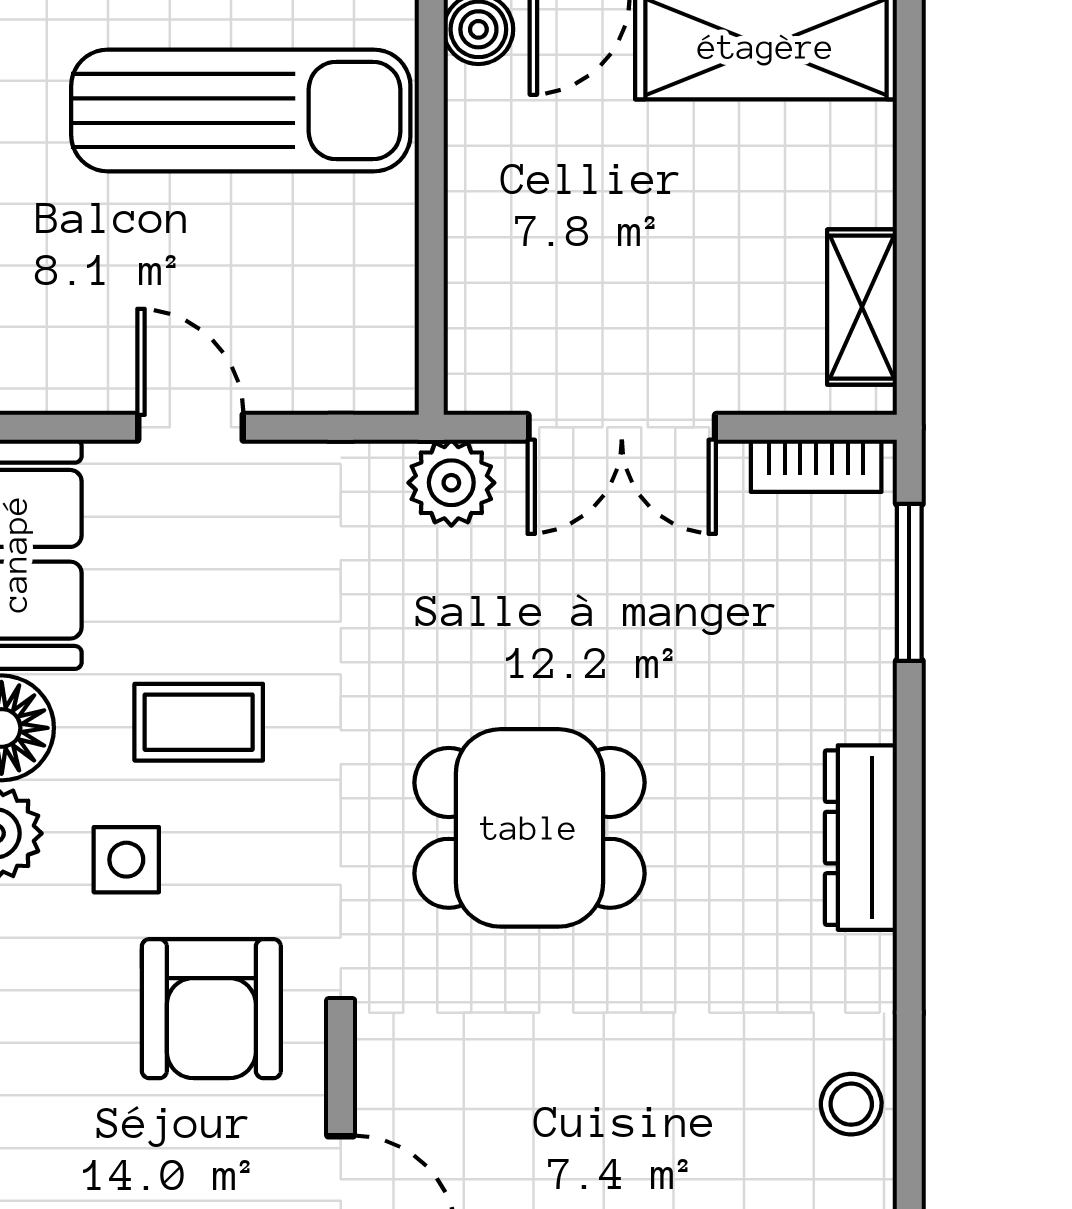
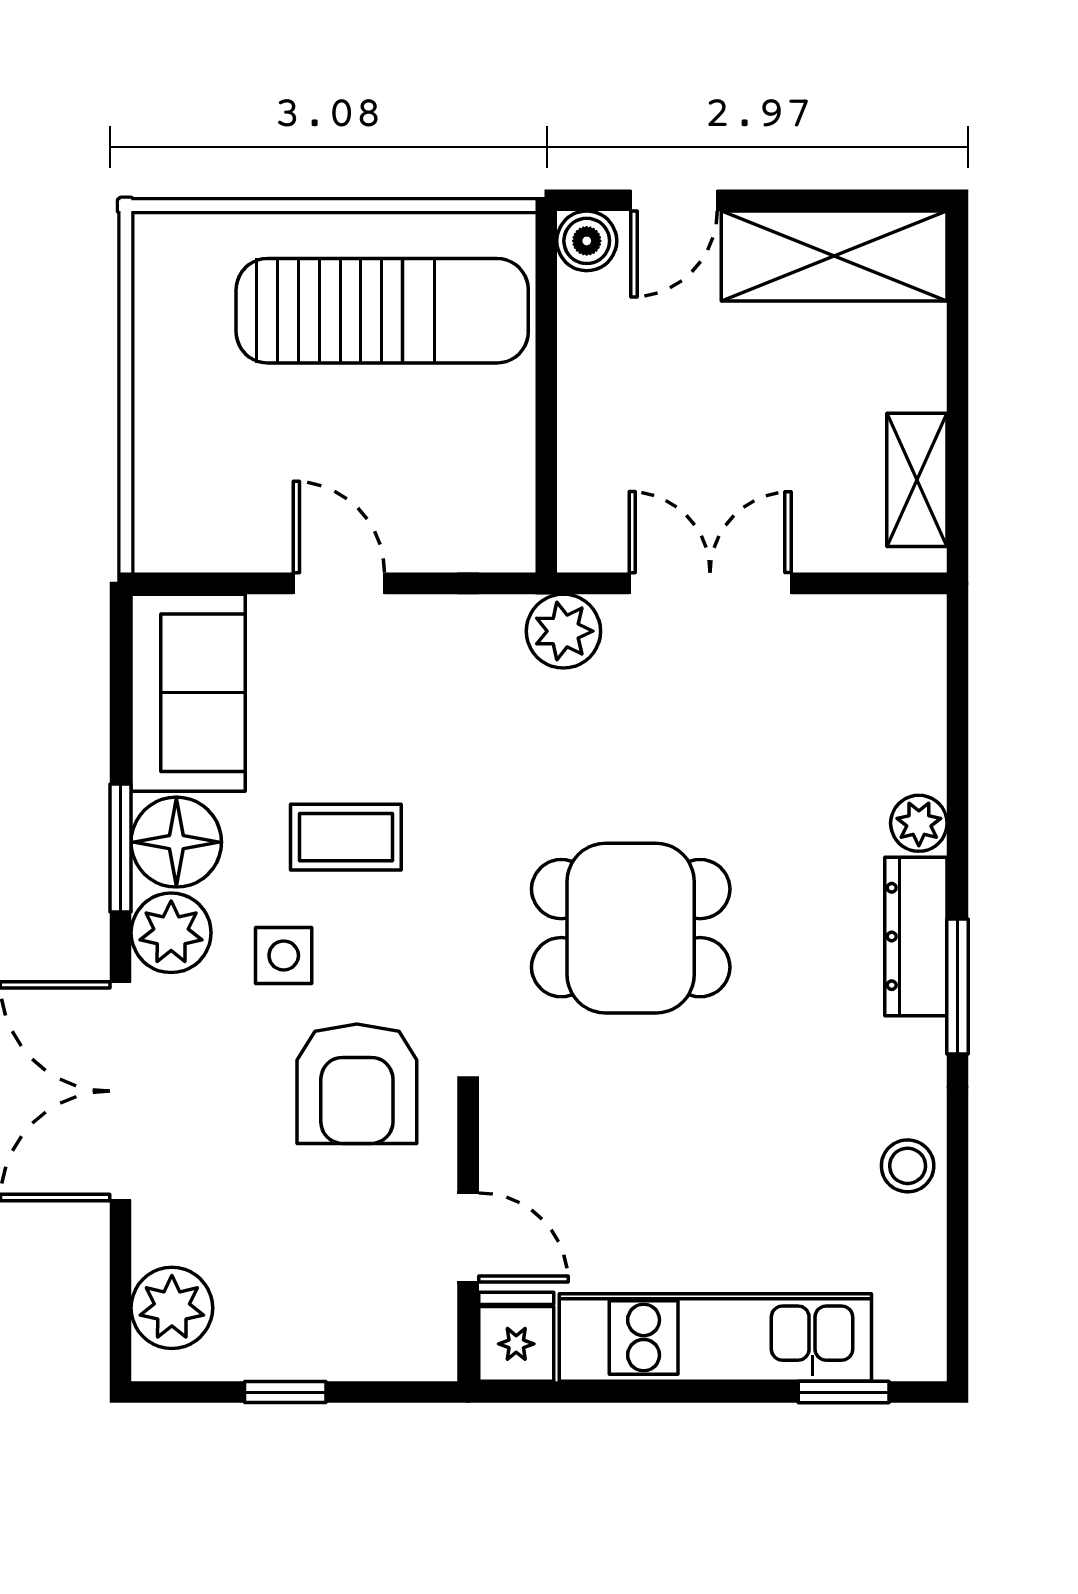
double door: (622, 427) -> (710, 583), swing flipped
bookcase: (816, 466) -> (877, 617), removed
window: (909, 582) -> (958, 987), moved
plant: (864, 706) -> (919, 823), added

